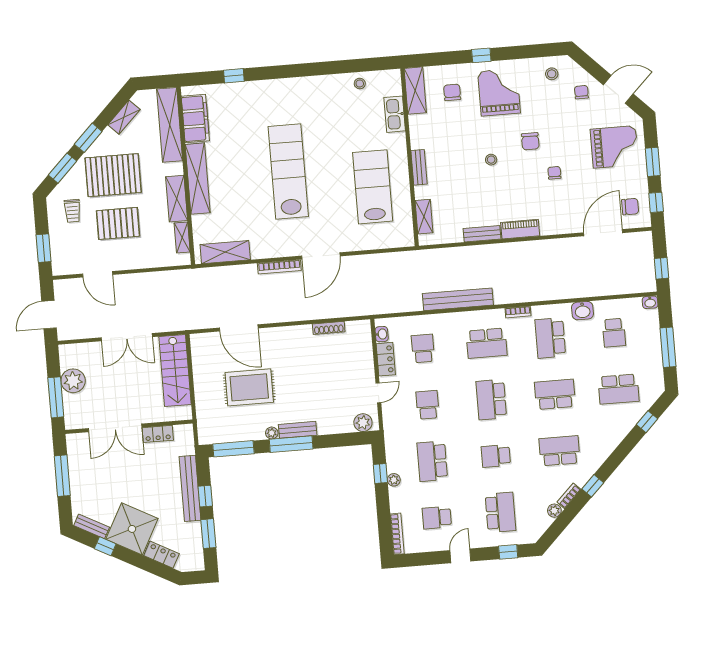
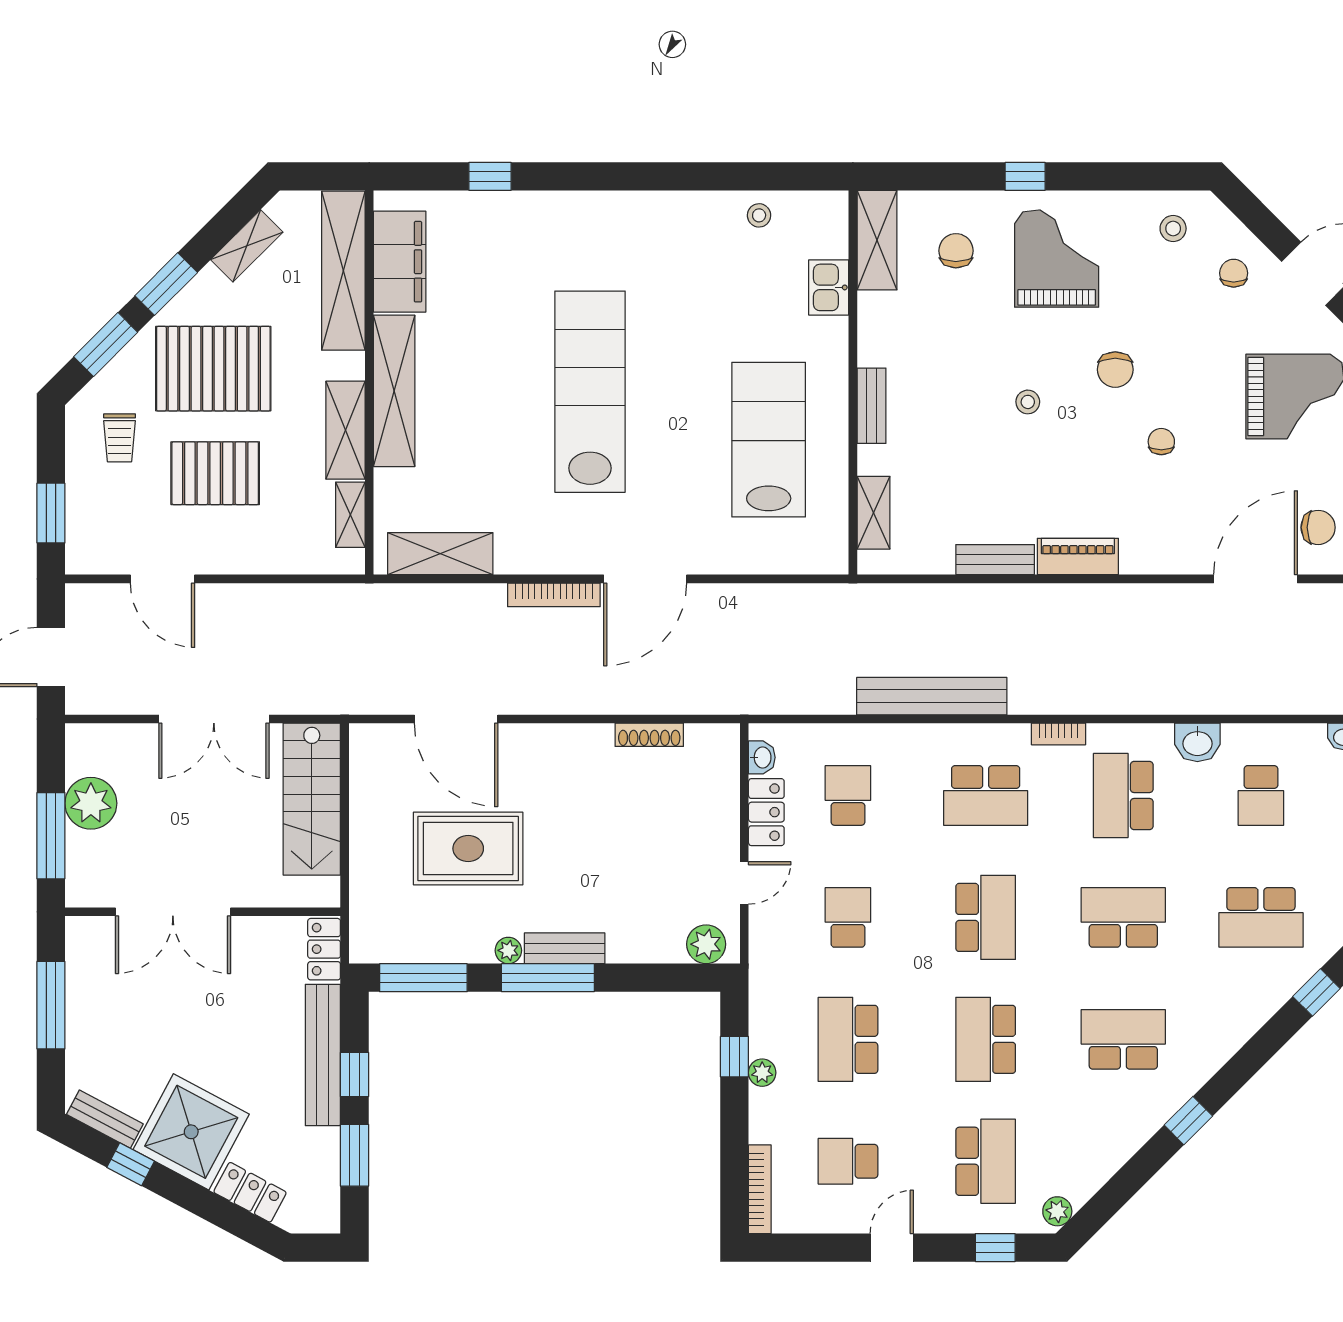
kitchen sink: (395, 114) -> (829, 287), width x0.73
school desk: (491, 400) -> (986, 917), turned 180
locker: (158, 434) -> (324, 949), moved, turned 90
school desk: (496, 456) -> (986, 1039), width x1.85
bookcase: (569, 496) -> (1136, 1138), removed
plant: (554, 511) -> (1057, 1211), moved

